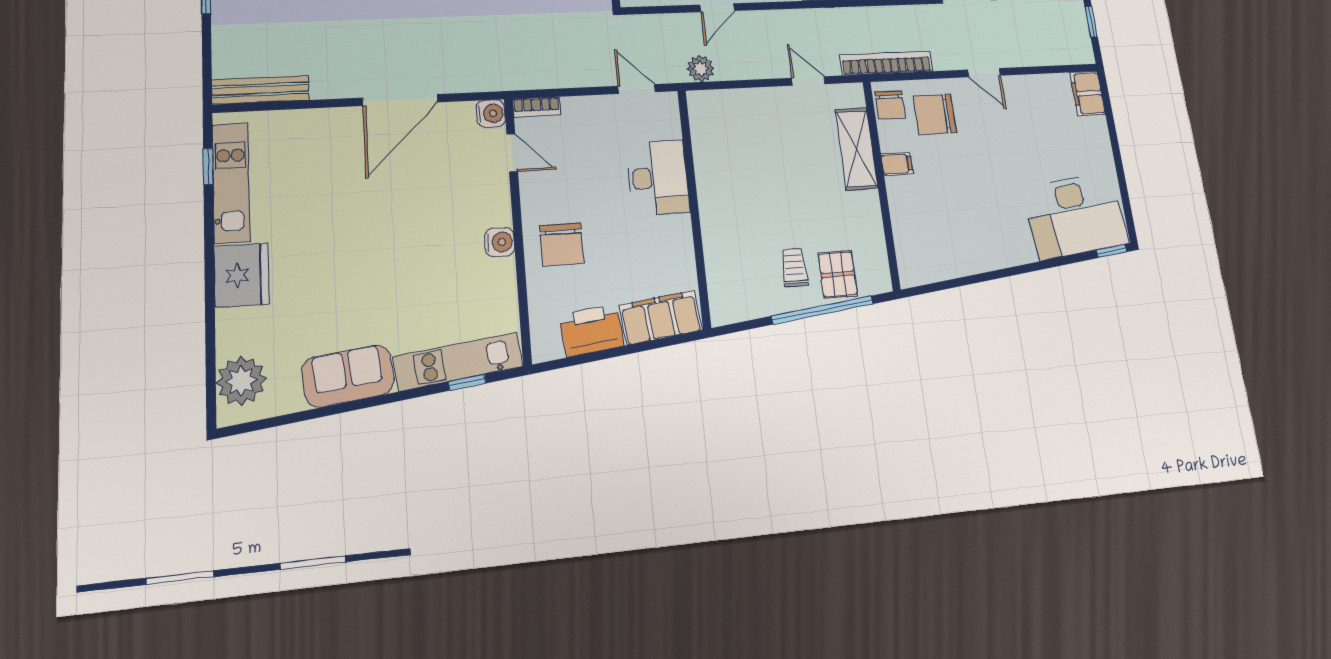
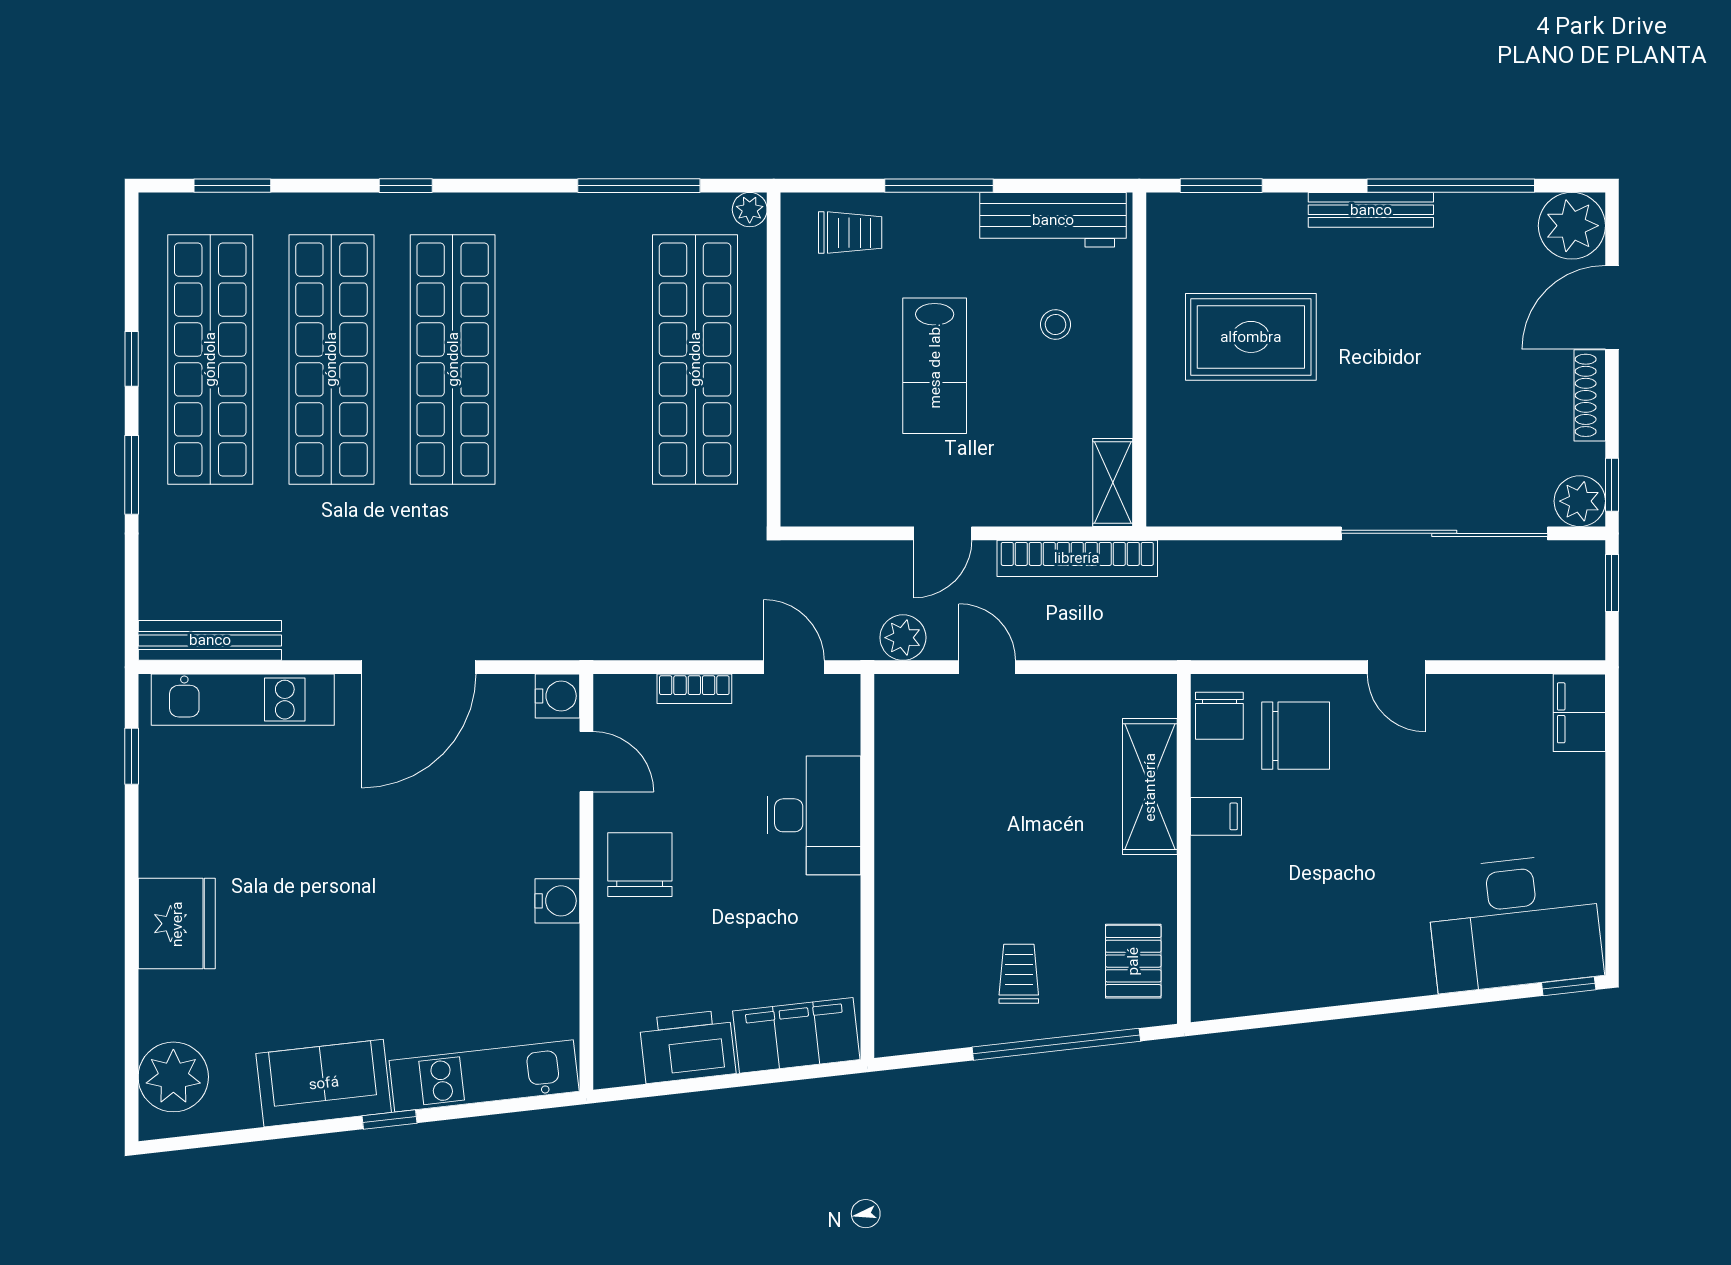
bookcase: (886, 63) -> (1077, 558), moved, turned 180
door: (808, 81) -> (987, 667), moved
bookcase: (537, 107) -> (694, 689), moved
chair: (935, 114) -> (1296, 736), turned 180
kitchen unit: (231, 183) -> (243, 700), moved, turned 90
chair: (562, 244) -> (640, 865), moved, turned 180
pallet: (838, 274) -> (1133, 961), moved
window: (467, 382) -> (390, 1120), moved

